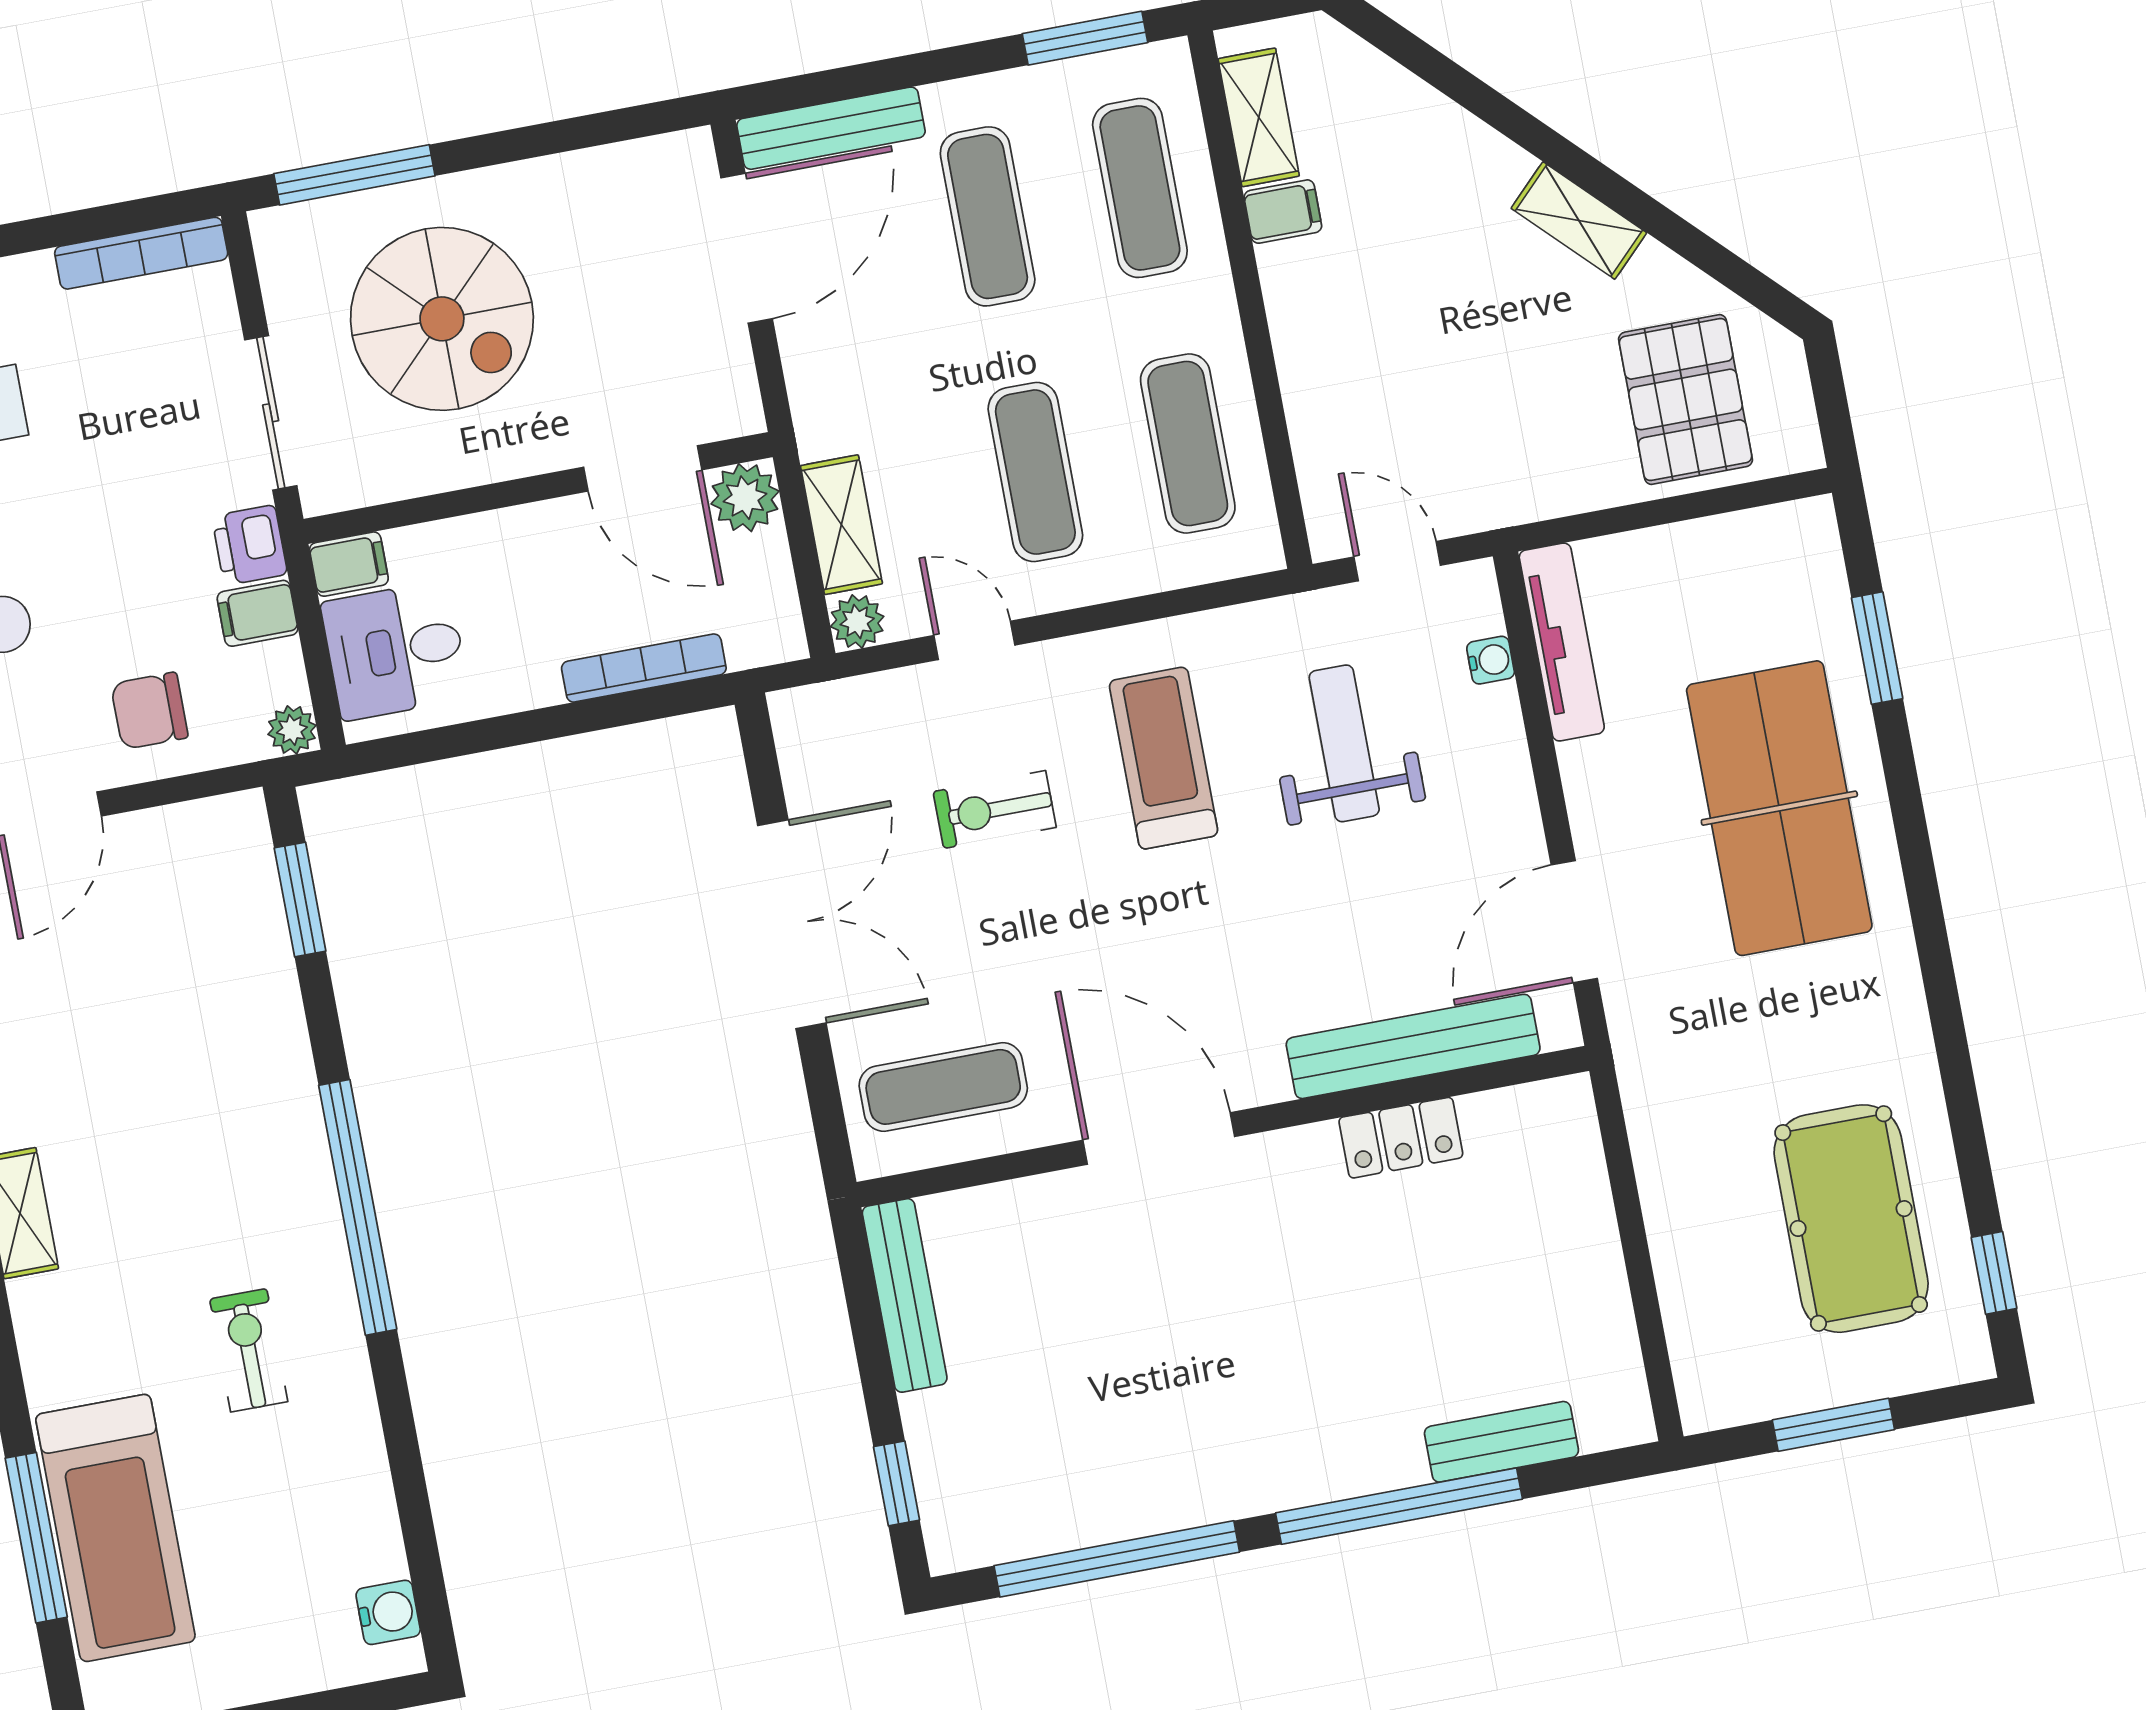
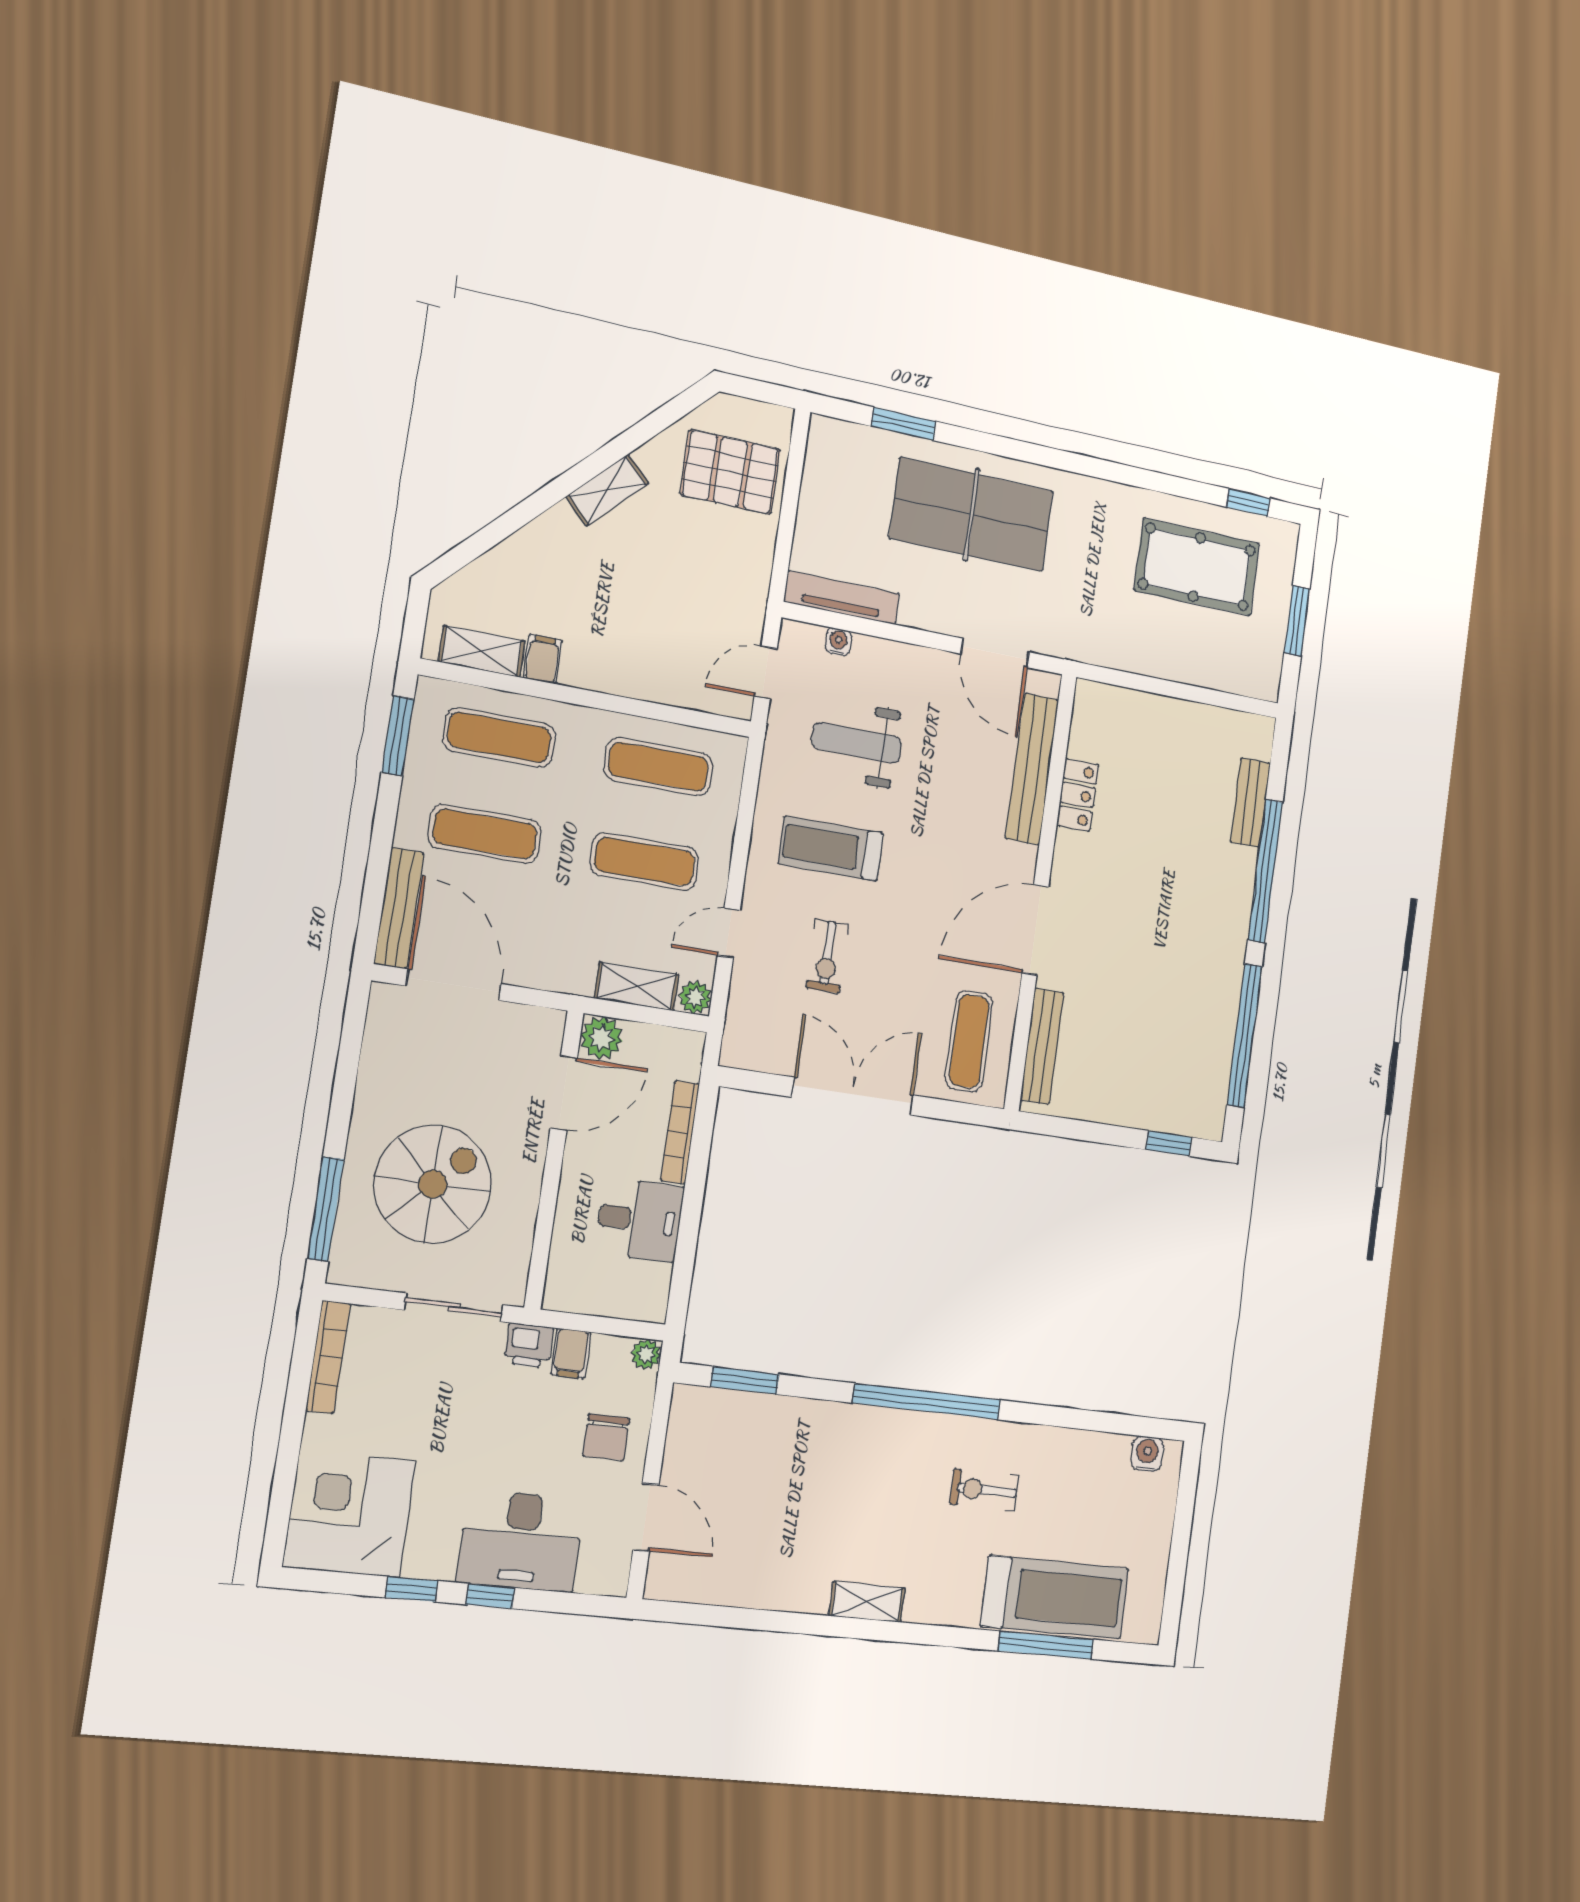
filing cabinet: (349, 564) -> (560, 1289), removed
desk: (395, 650) -> (640, 1220), moved, turned -90
bench: (905, 1295) -> (1042, 1046), moved, turned 90

